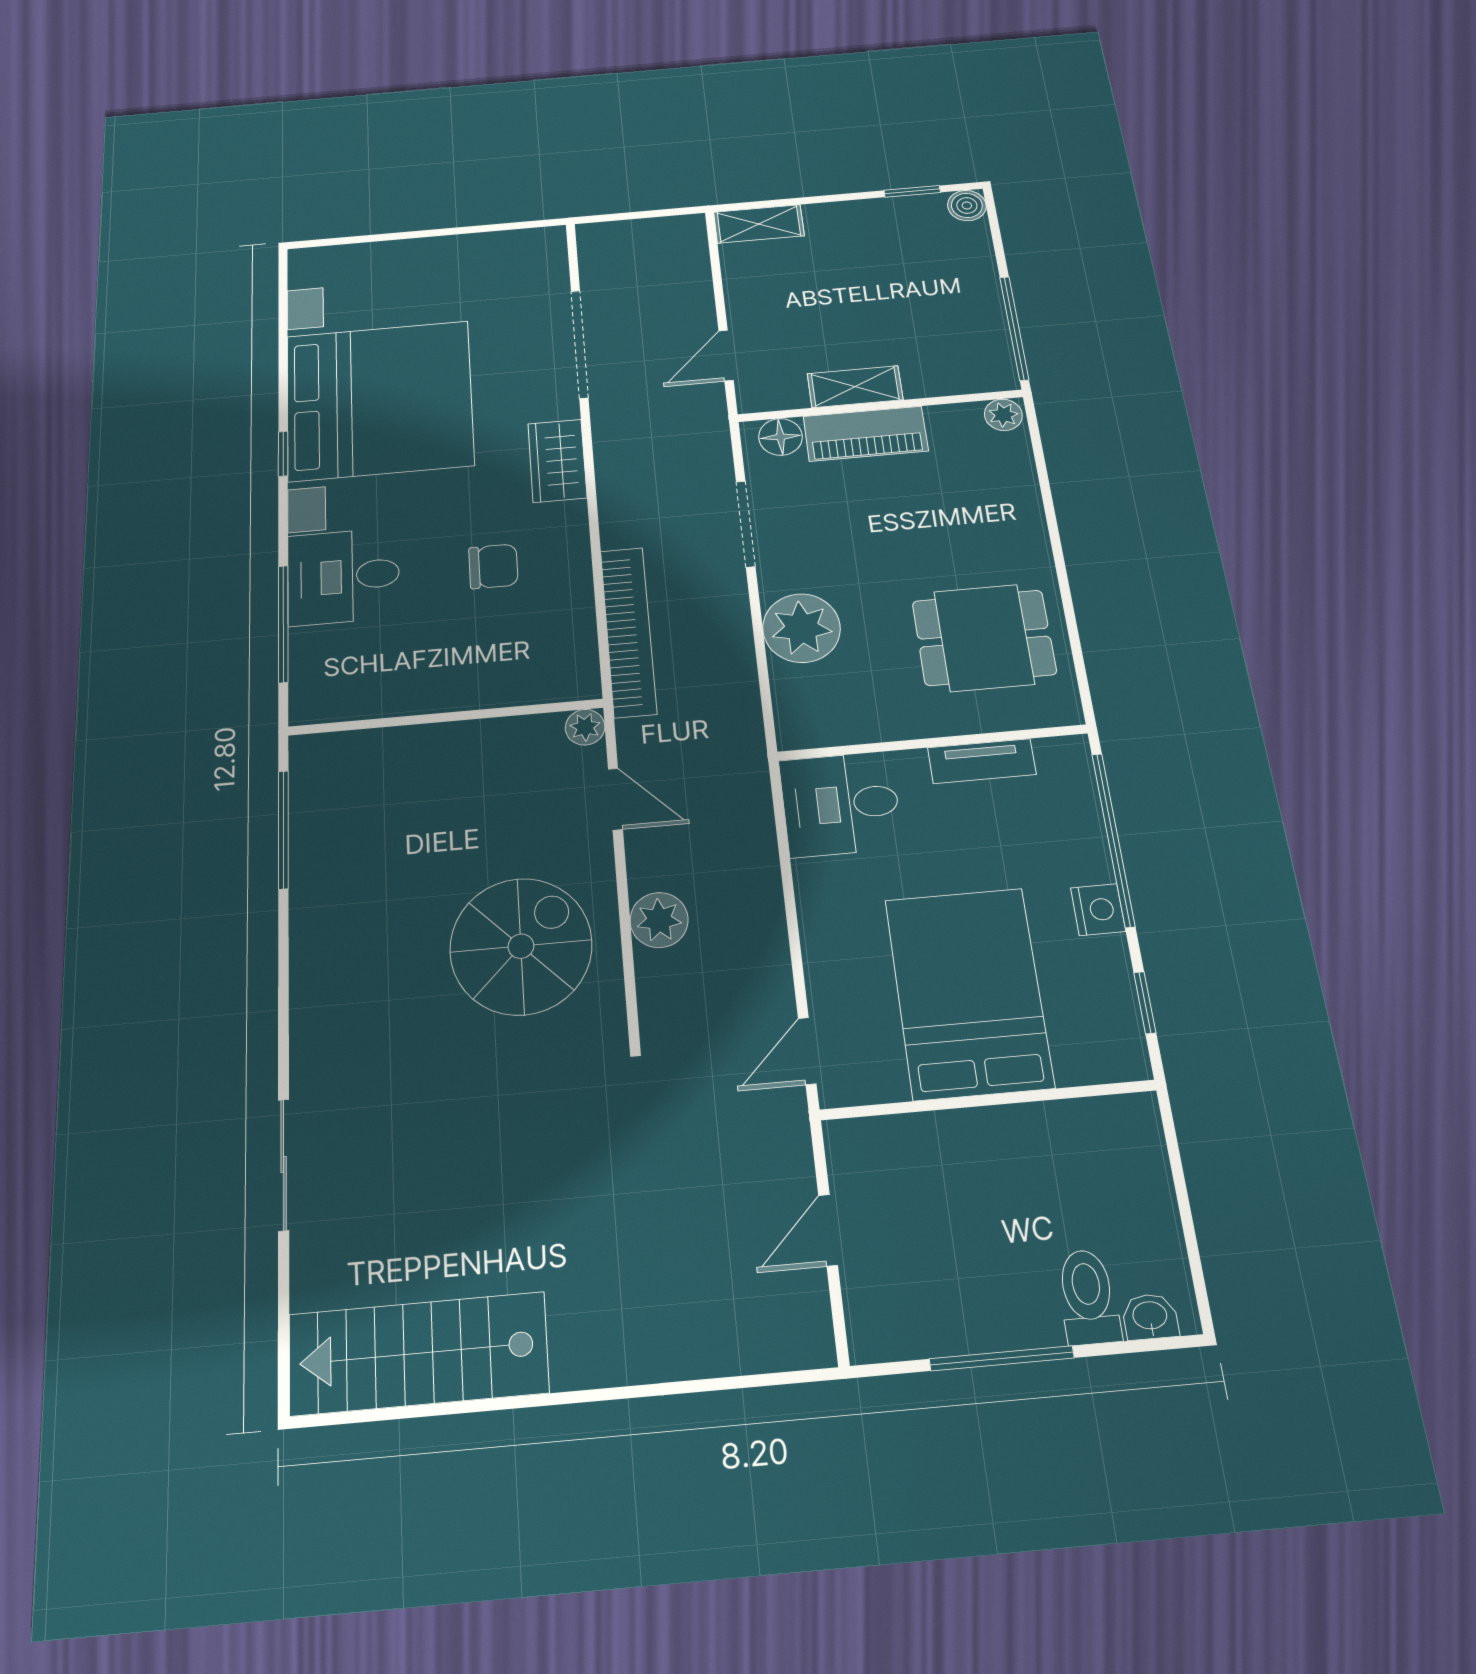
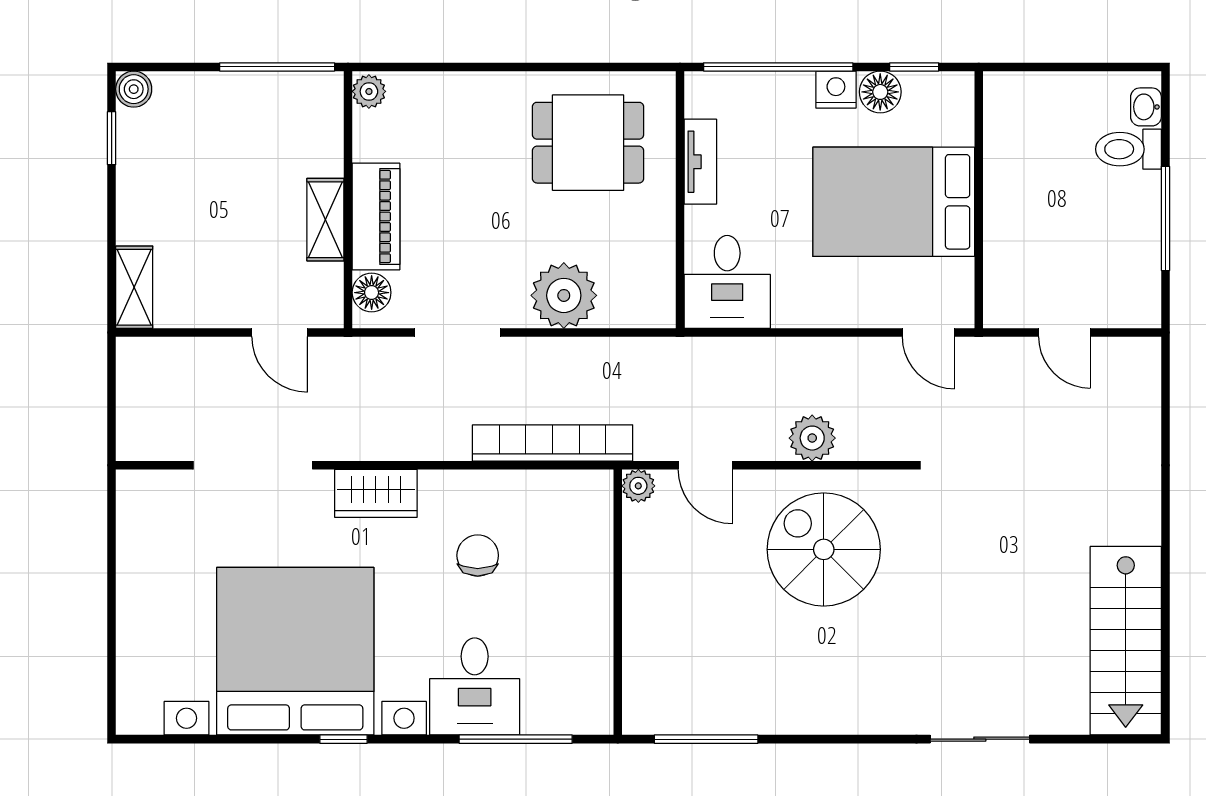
dining table: (984, 638) -> (588, 143), turned 90
door: (615, 799) -> (705, 465), swing flipped
floor lamp: (1105, 964) -> (880, 92), added

